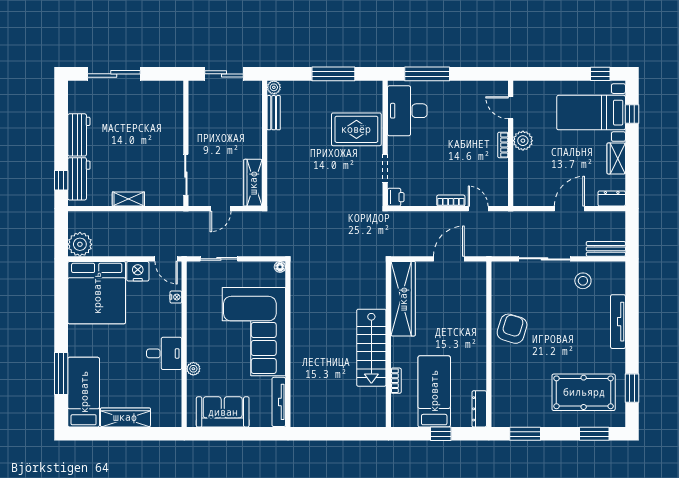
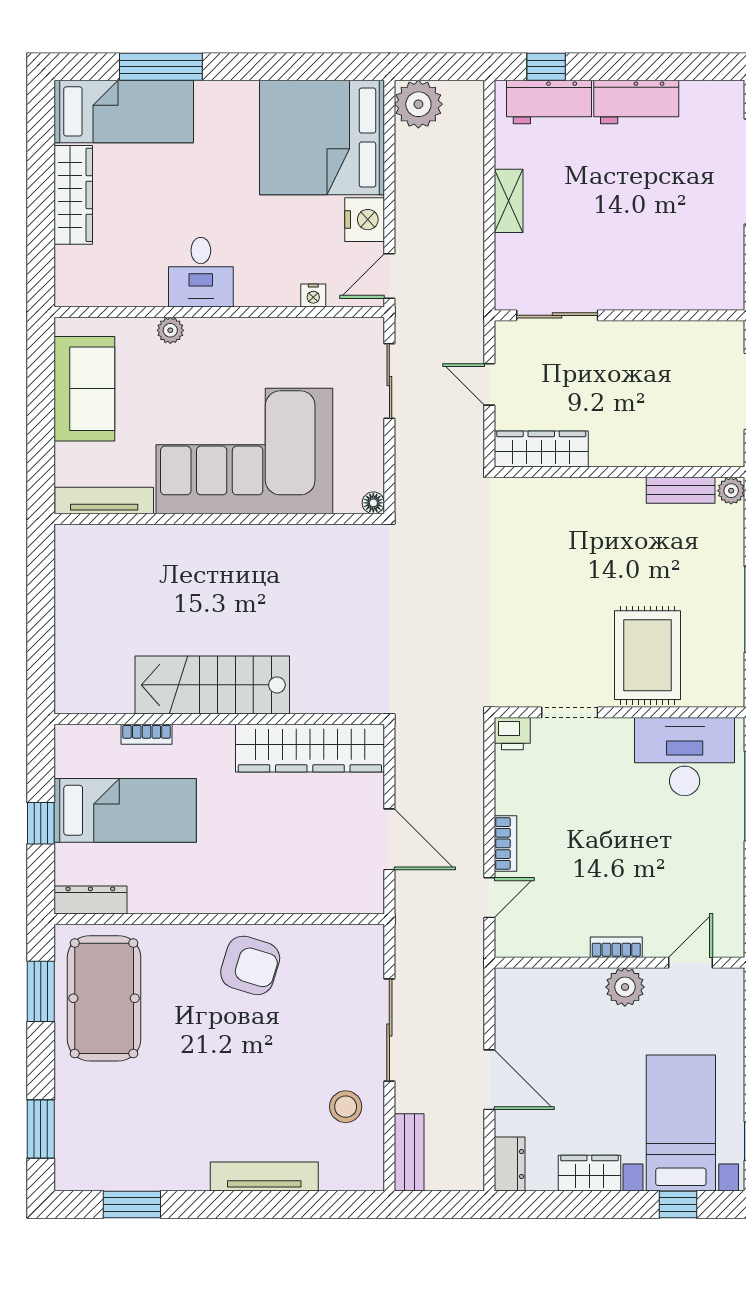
pool table: (584, 392) -> (104, 998), moved

